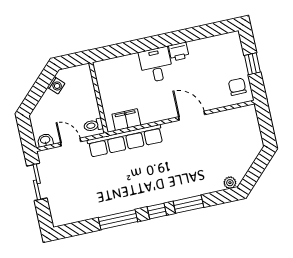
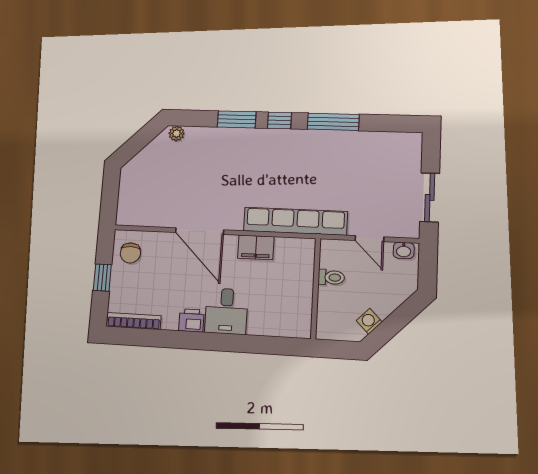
bookcase: (220, 40) -> (134, 321), added
door: (192, 116) -> (200, 231), width x1.36
filing cabinet: (126, 120) -> (256, 247), moved
toilet: (93, 125) -> (331, 277), moved

